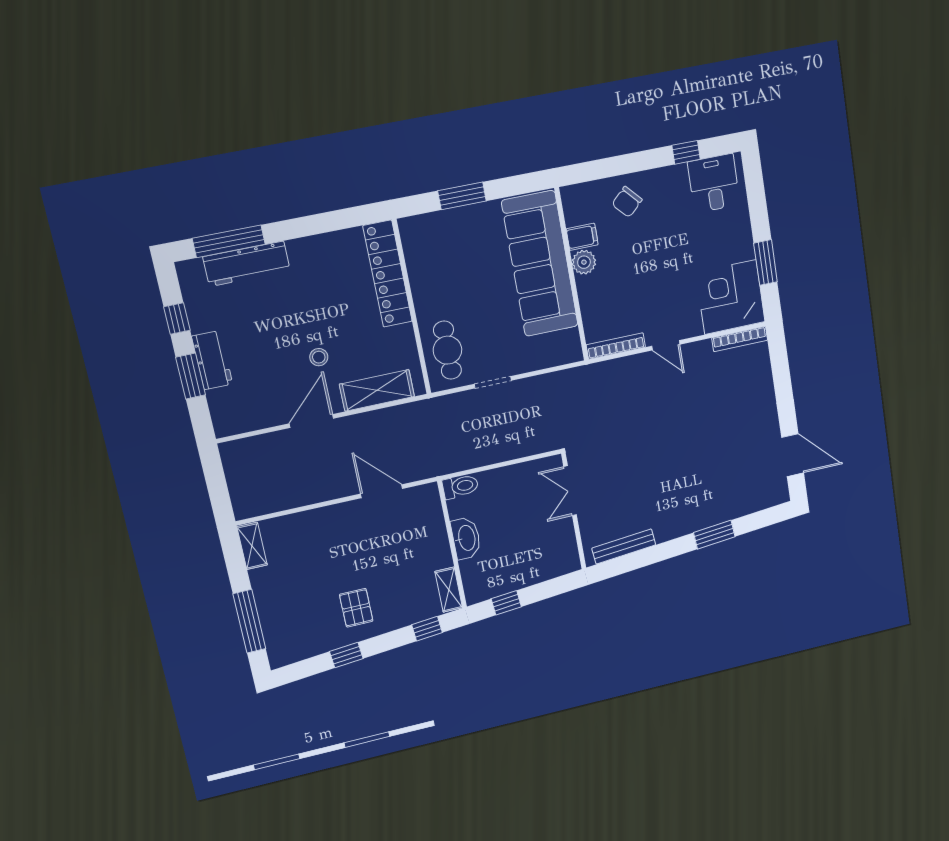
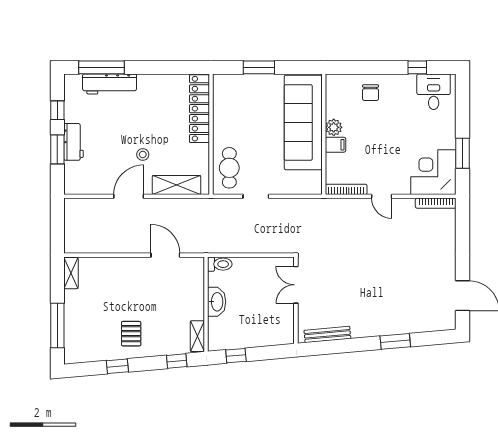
chair: (627, 202) -> (371, 93), turned -47
filing cabinet: (582, 237) -> (335, 145), moved

